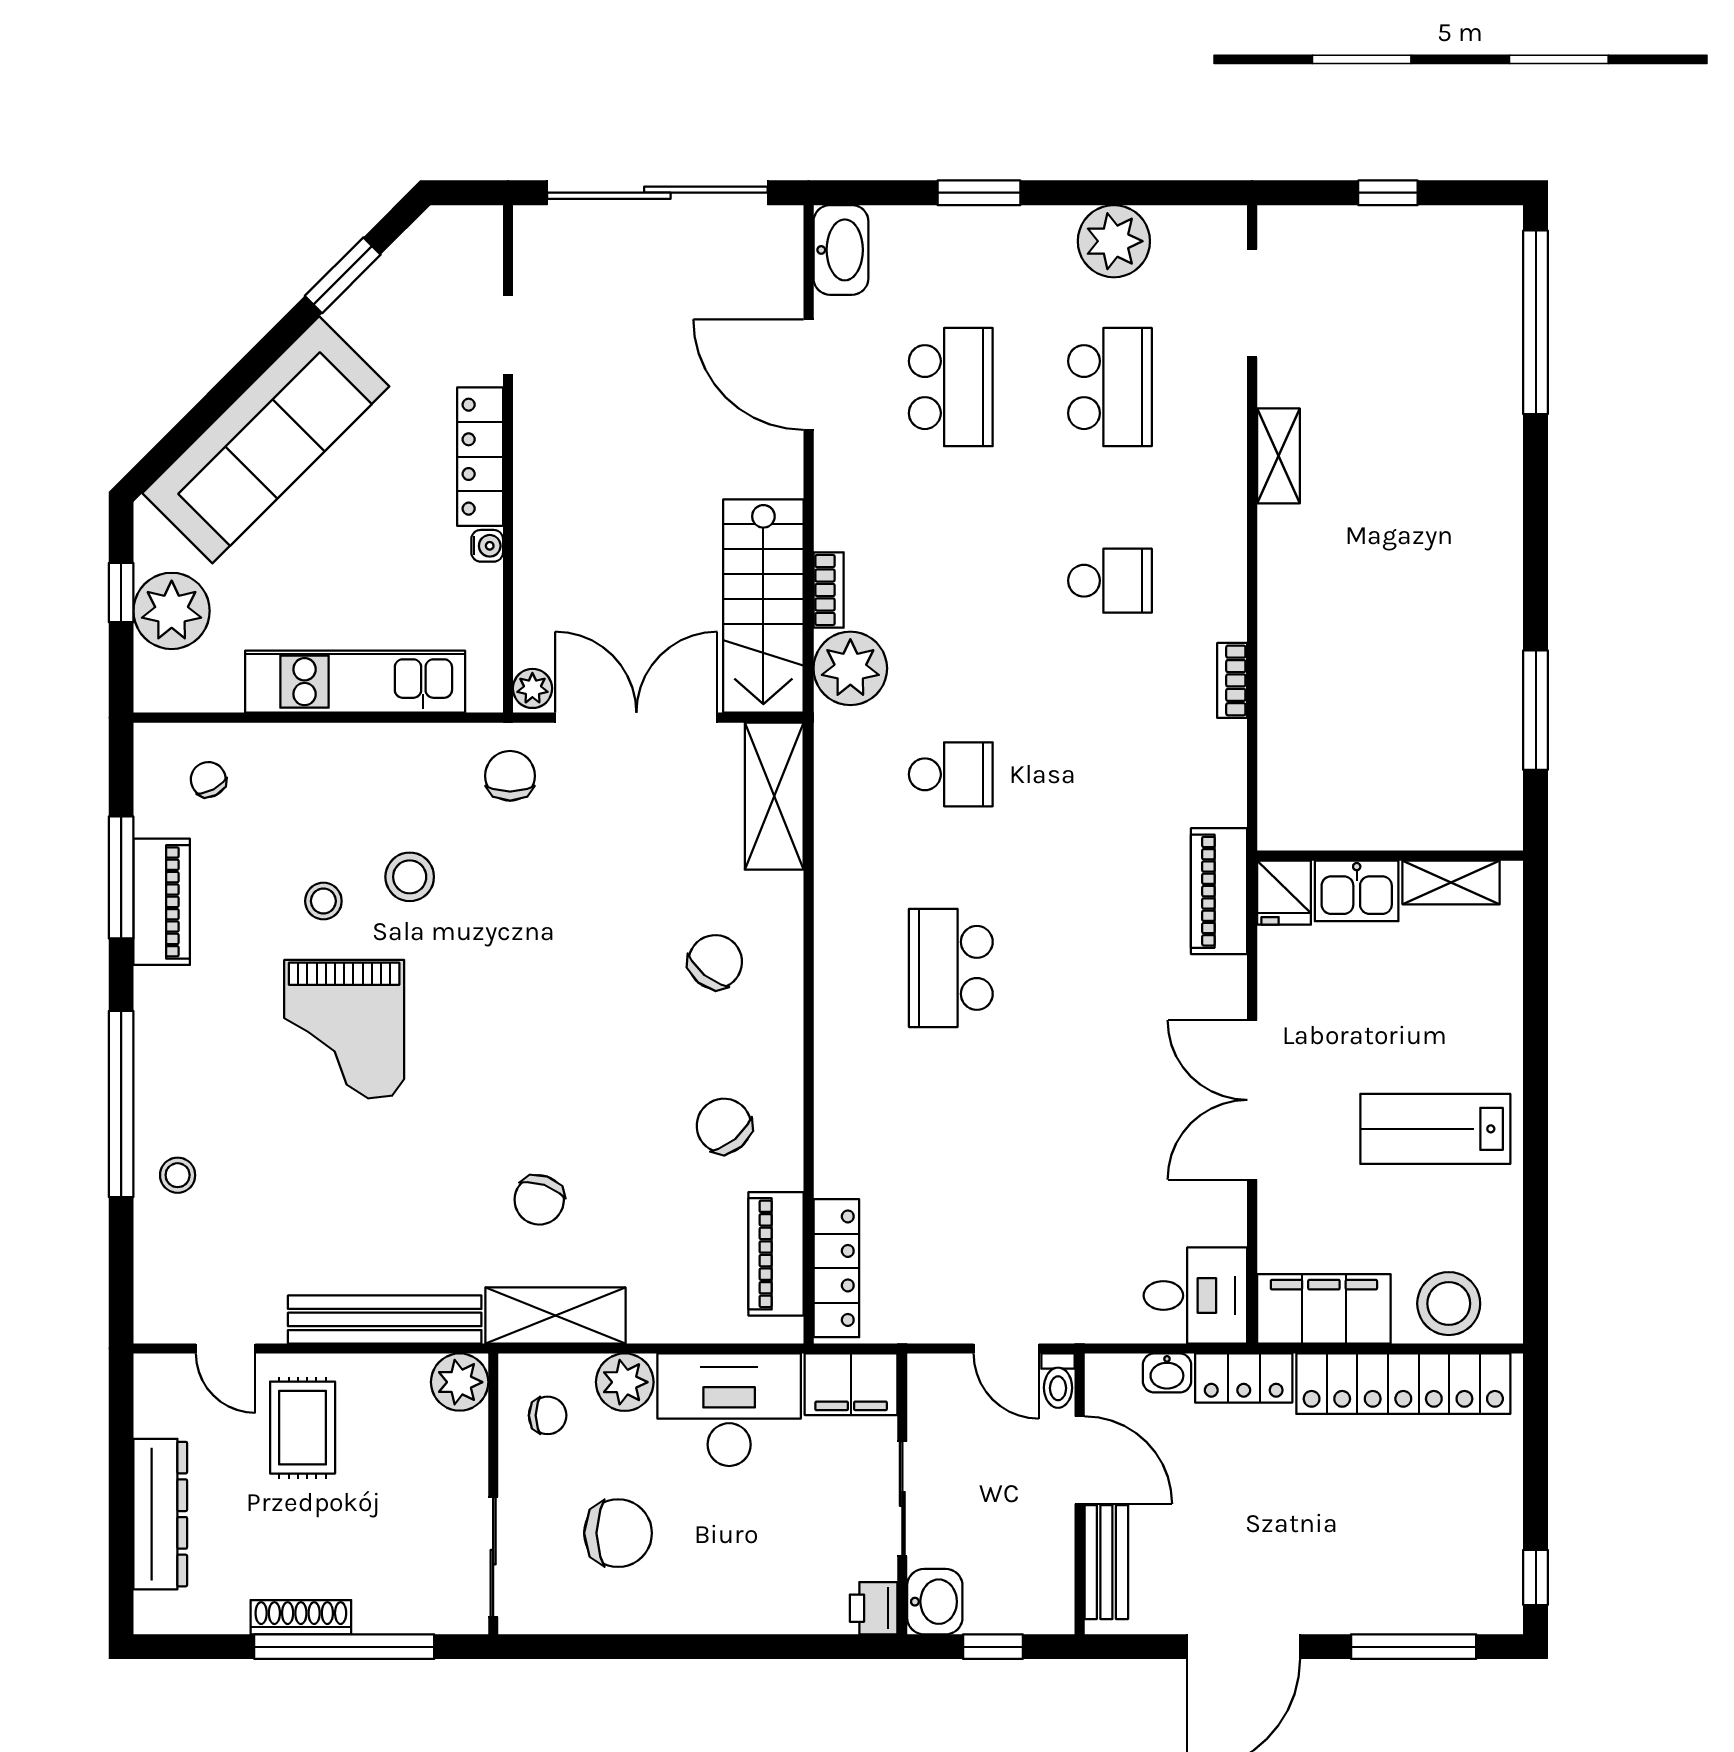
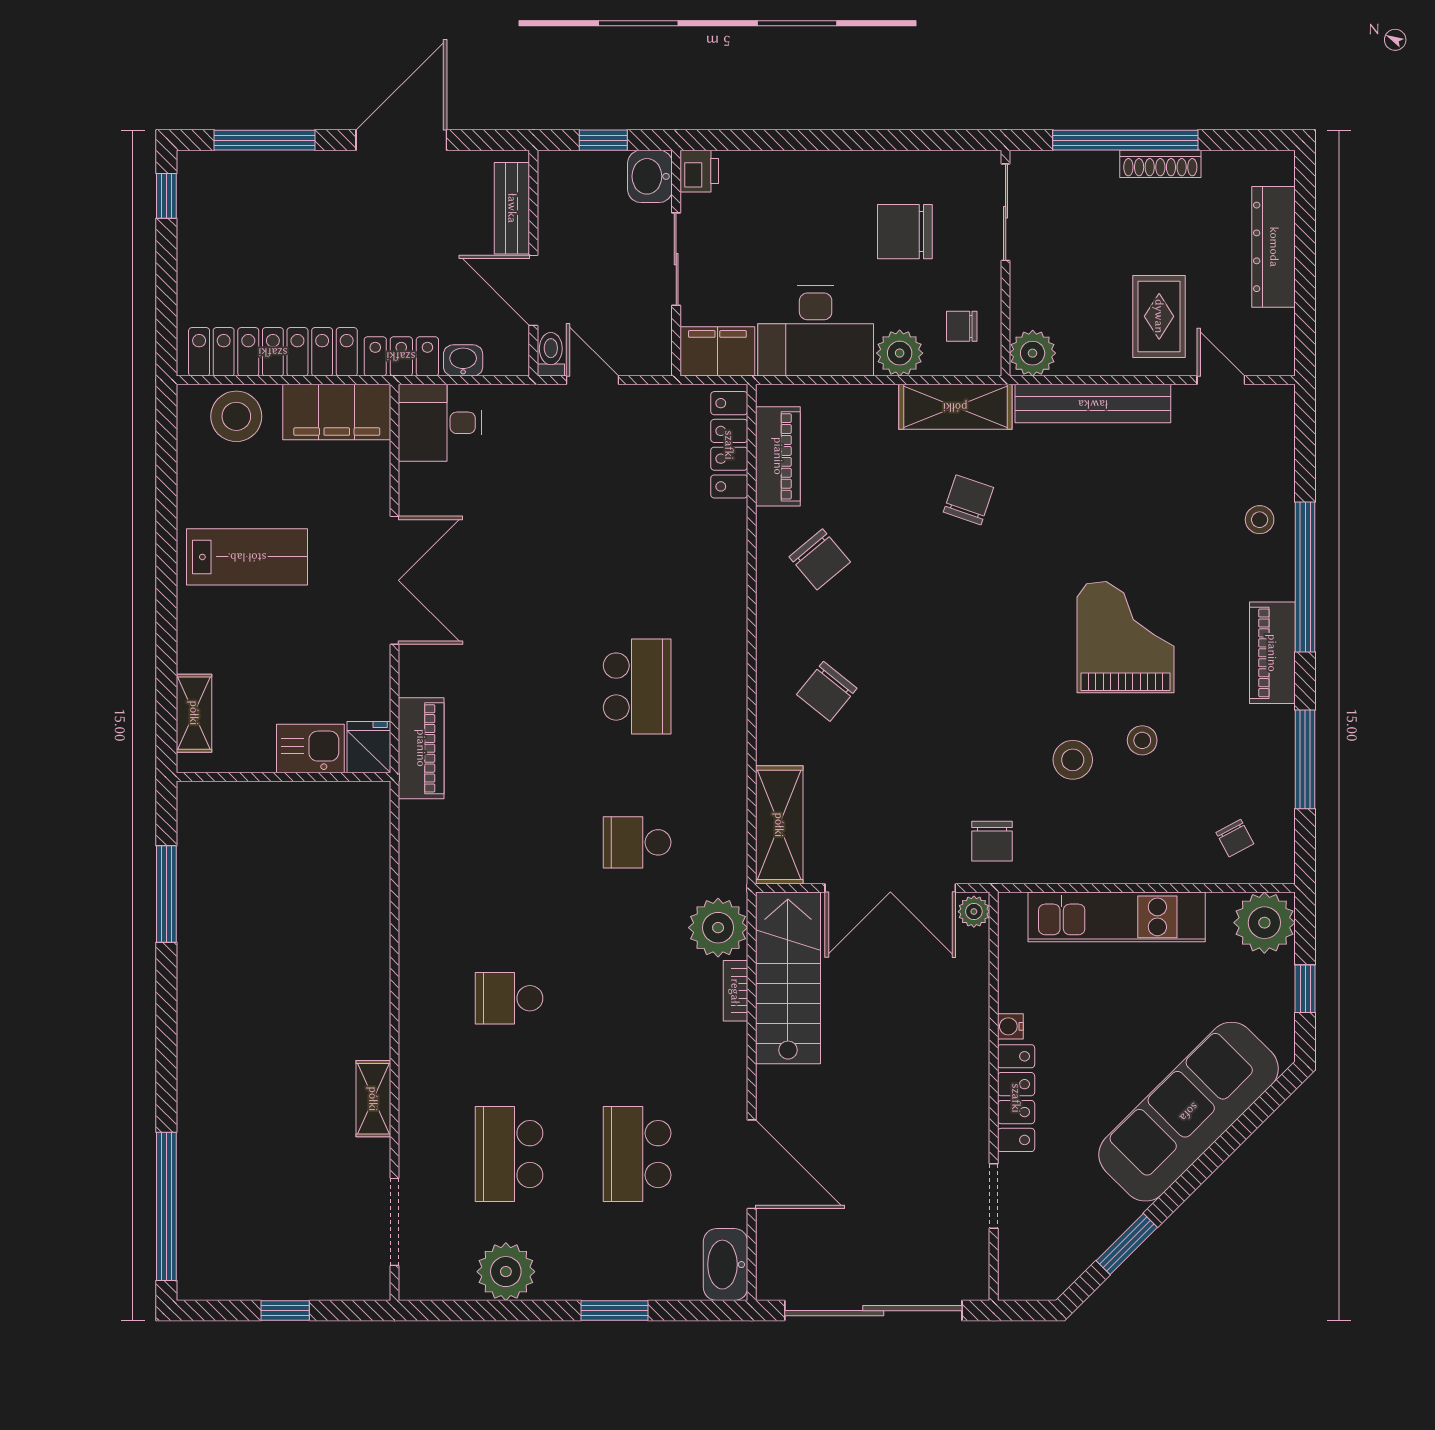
plant: (172, 611) -> (1264, 923), moved
bookcase: (1232, 680) -> (411, 918), removed
shelving: (1451, 882) -> (194, 713), moved, turned 90
piano: (162, 902) -> (1272, 653), moved

